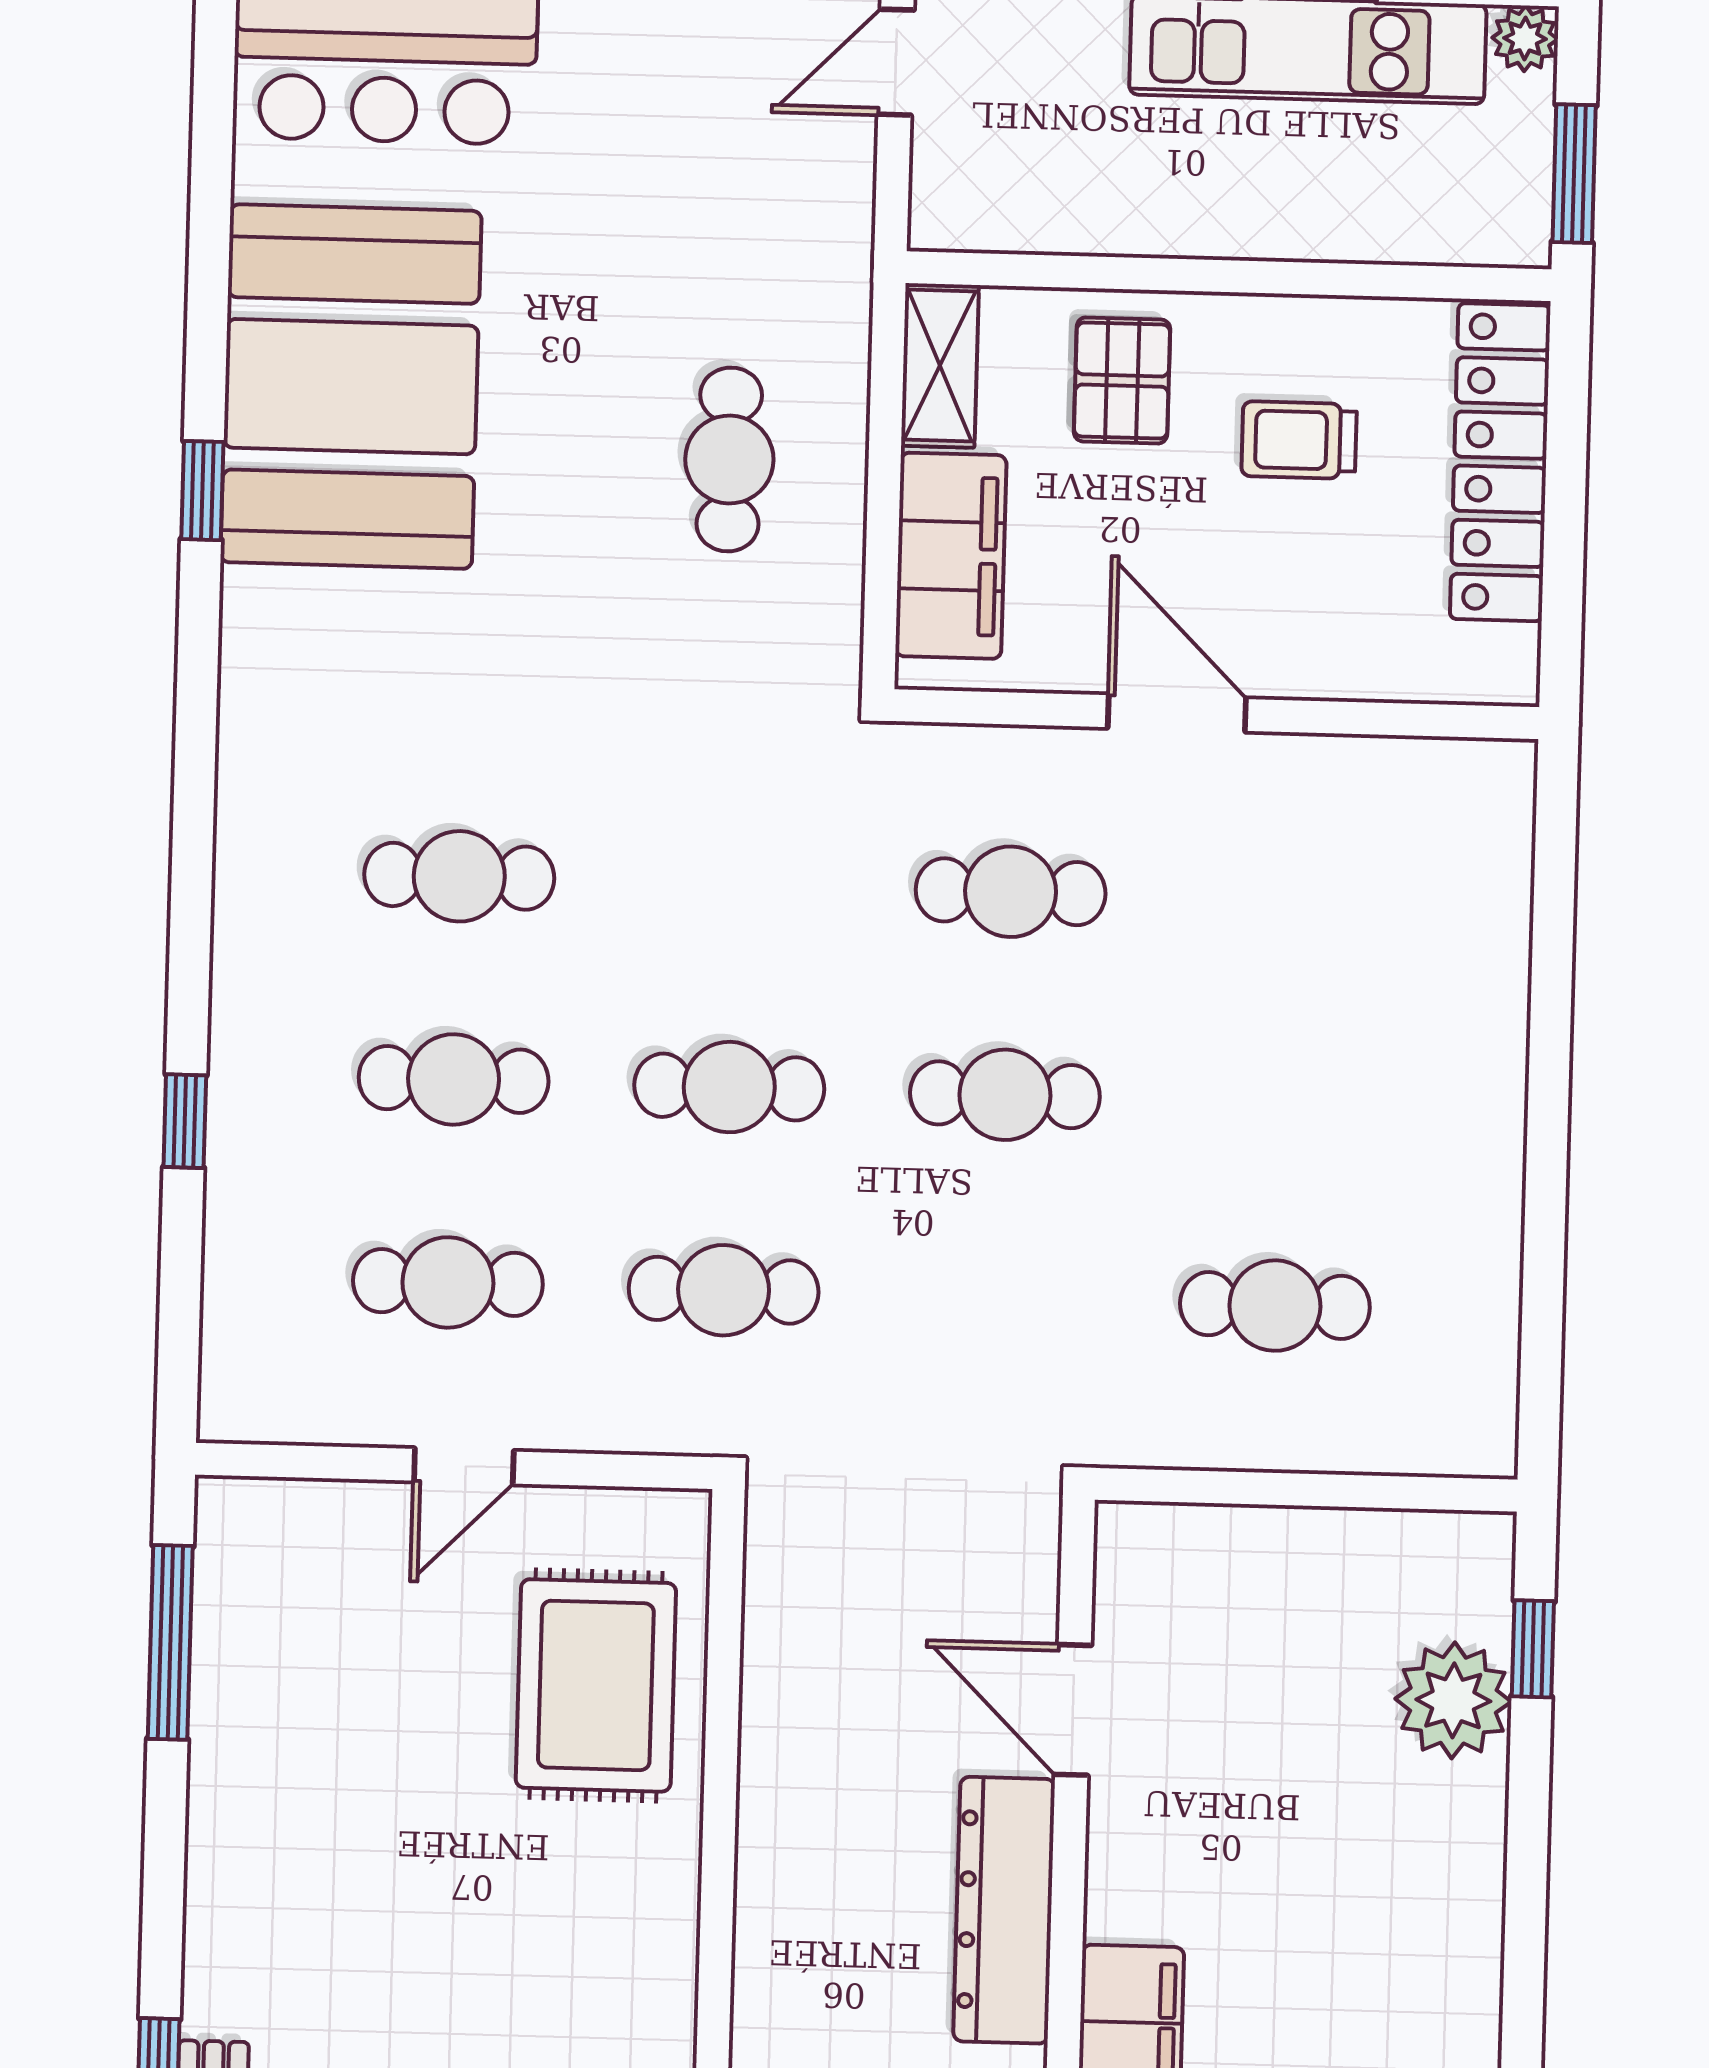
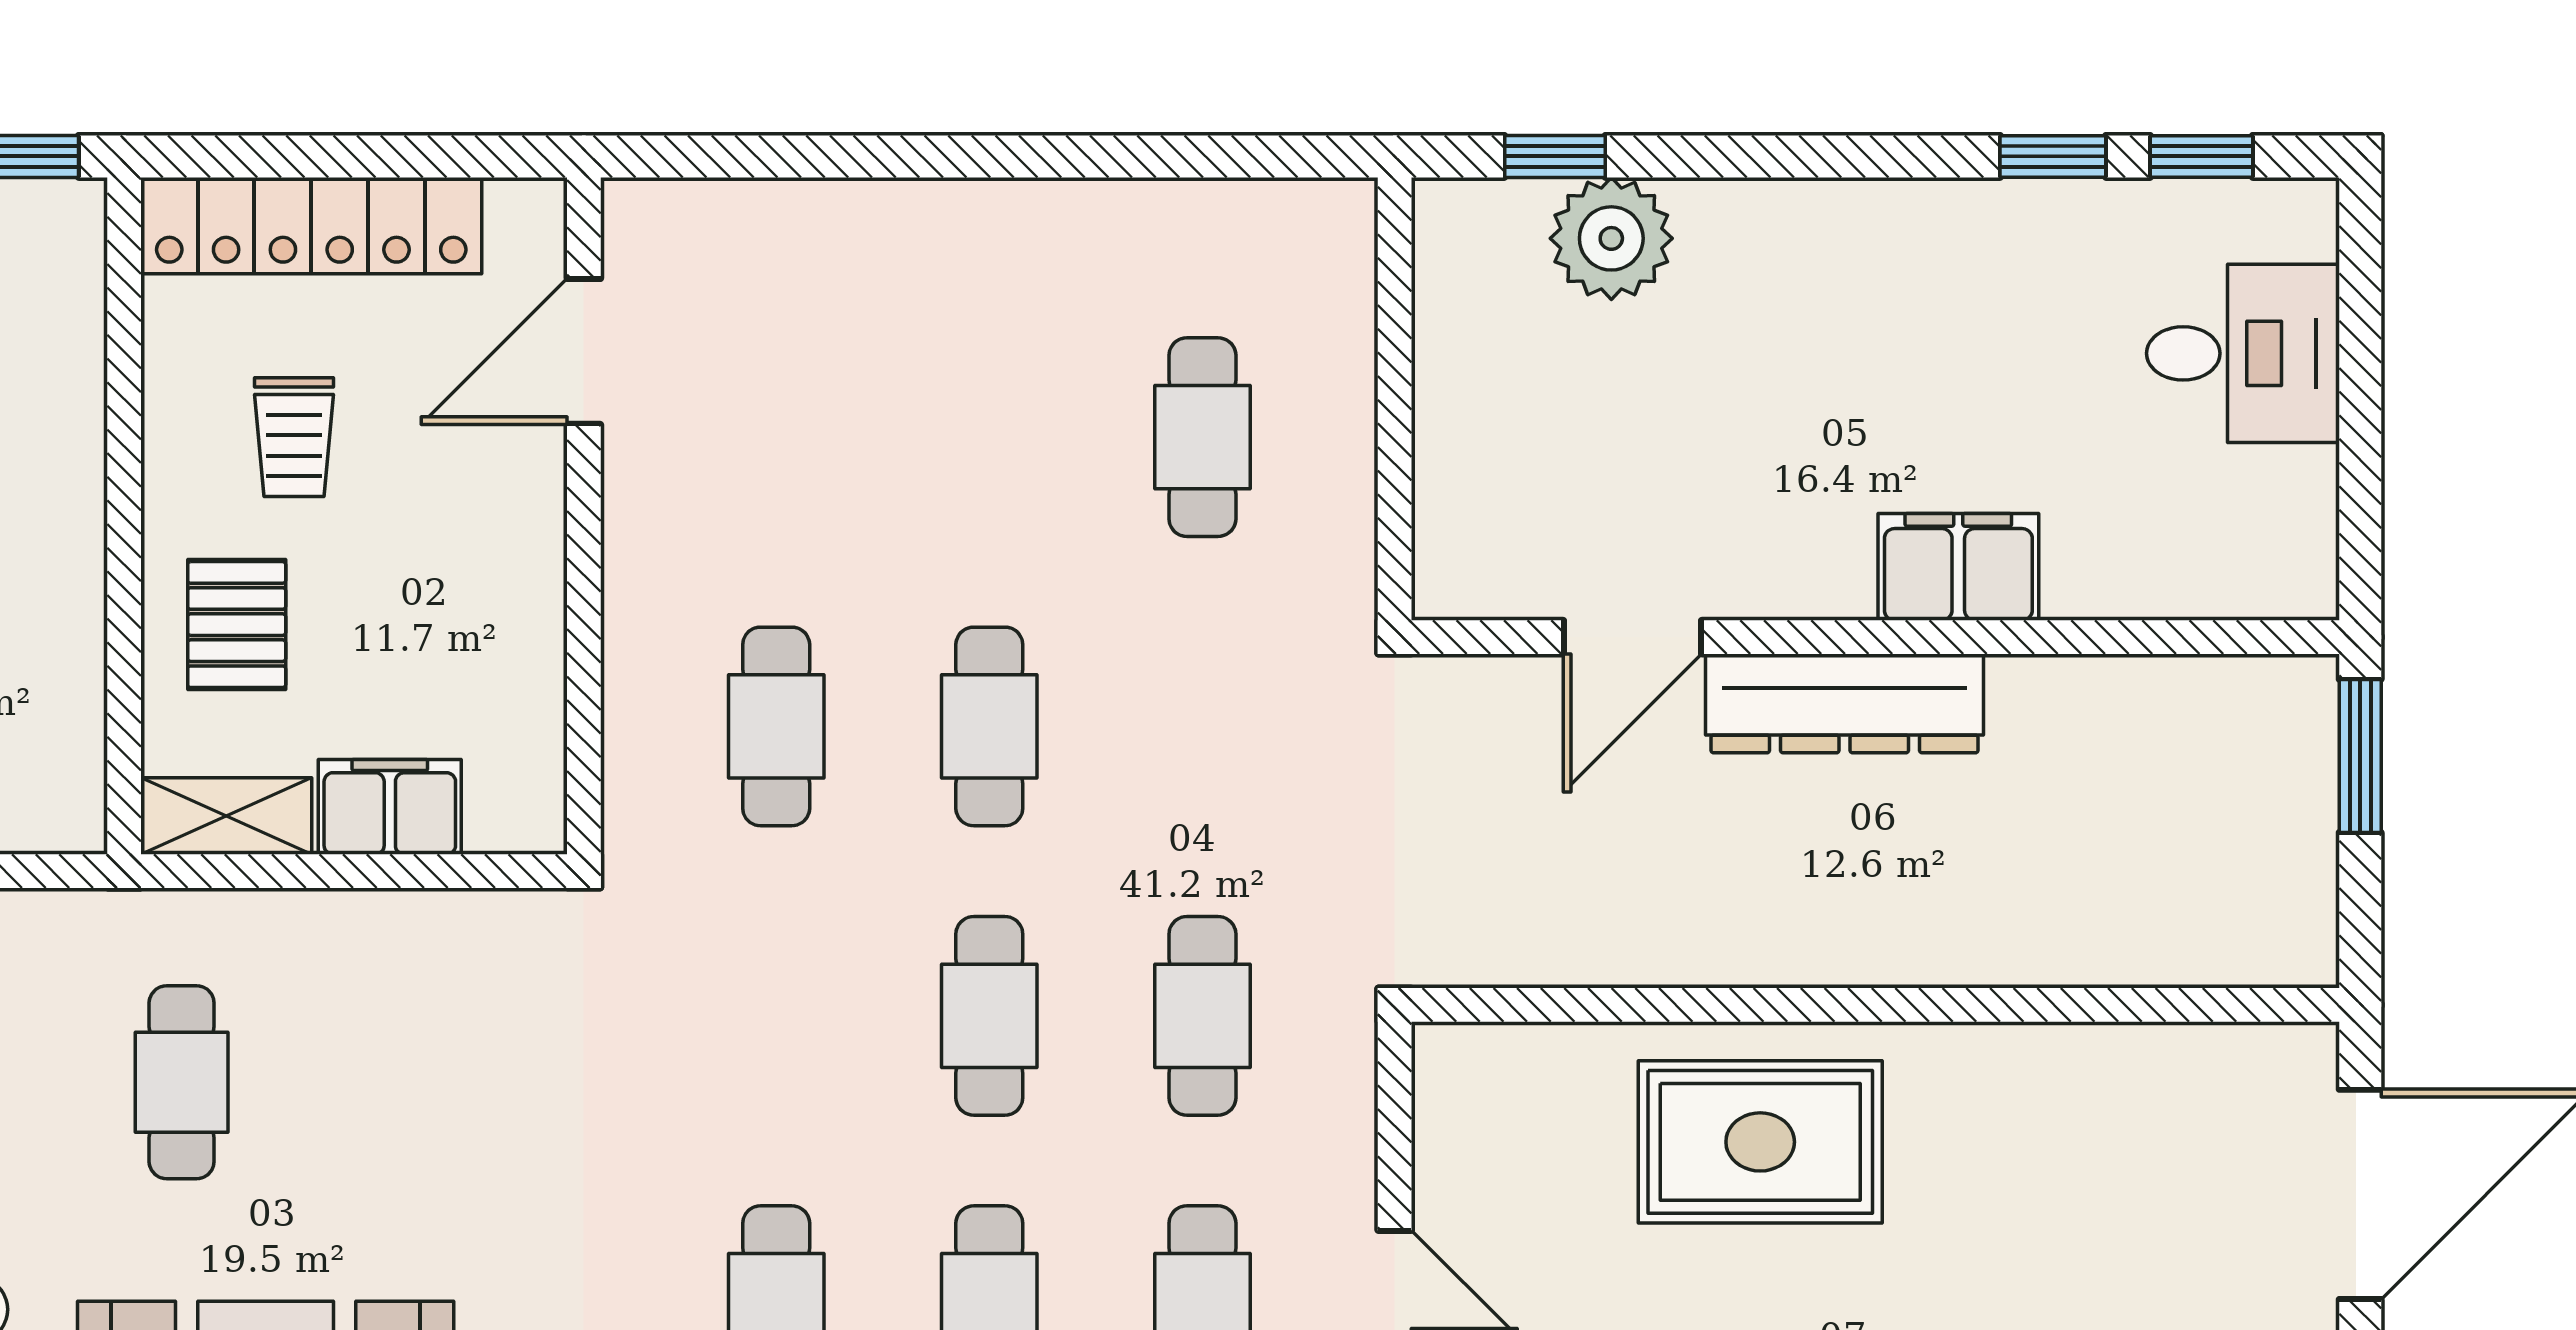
pallet: (1122, 380) -> (237, 625), turned 90
cafe table: (729, 459) -> (182, 1082), moved, turned 90
filing cabinet: (951, 556) -> (390, 807), width x0.67, depth x0.86
door: (1177, 713) -> (584, 351), moved
rug: (596, 1685) -> (1760, 1142), moved

